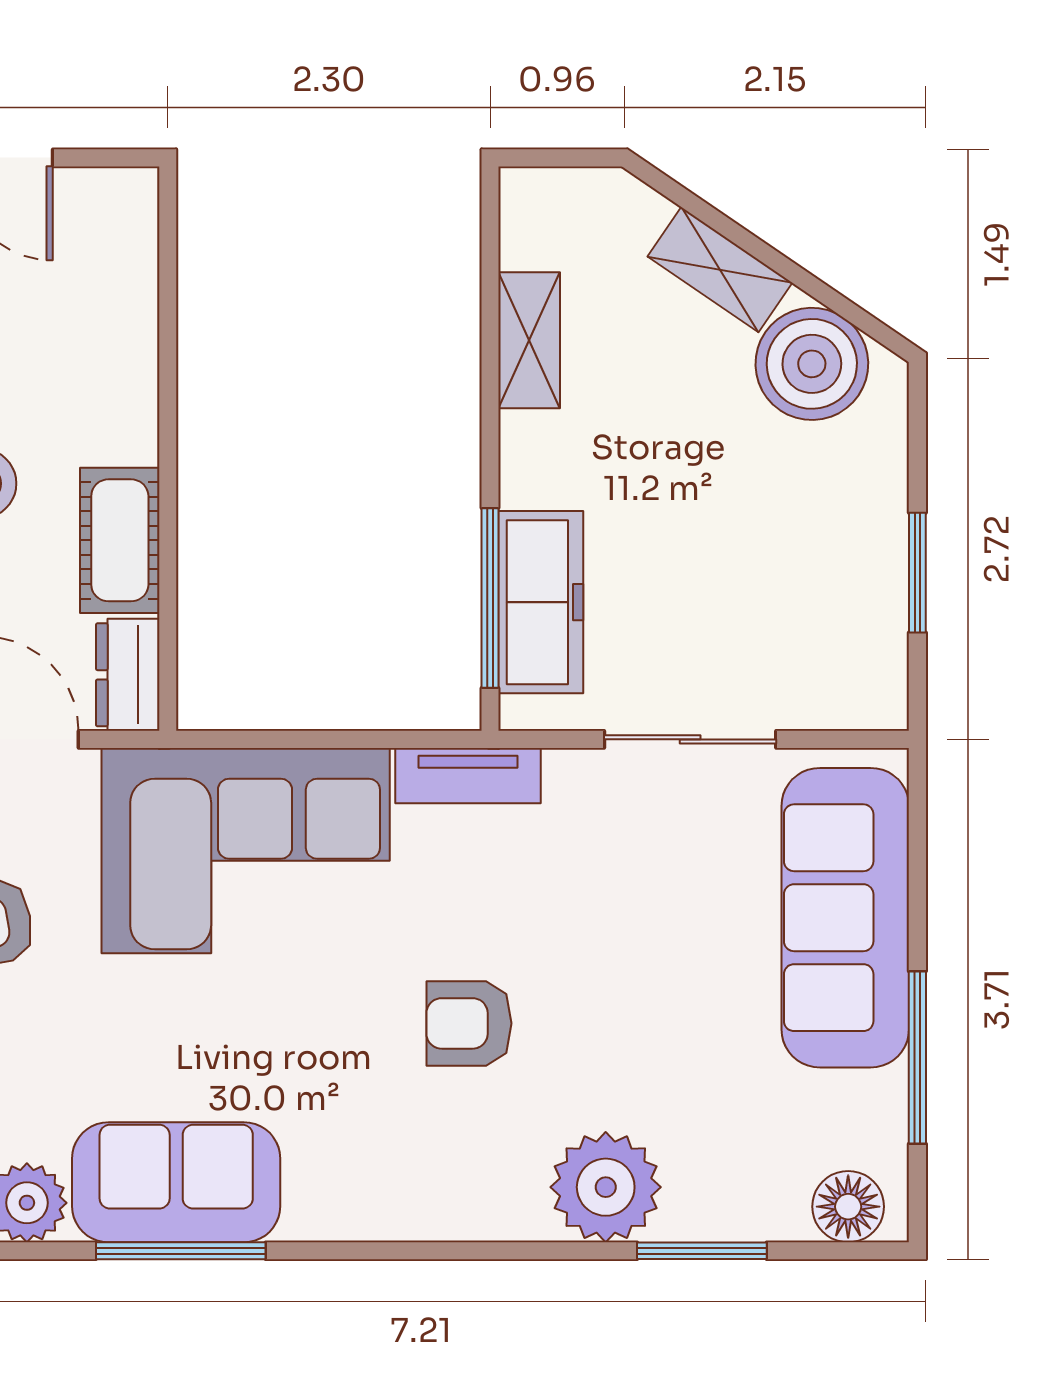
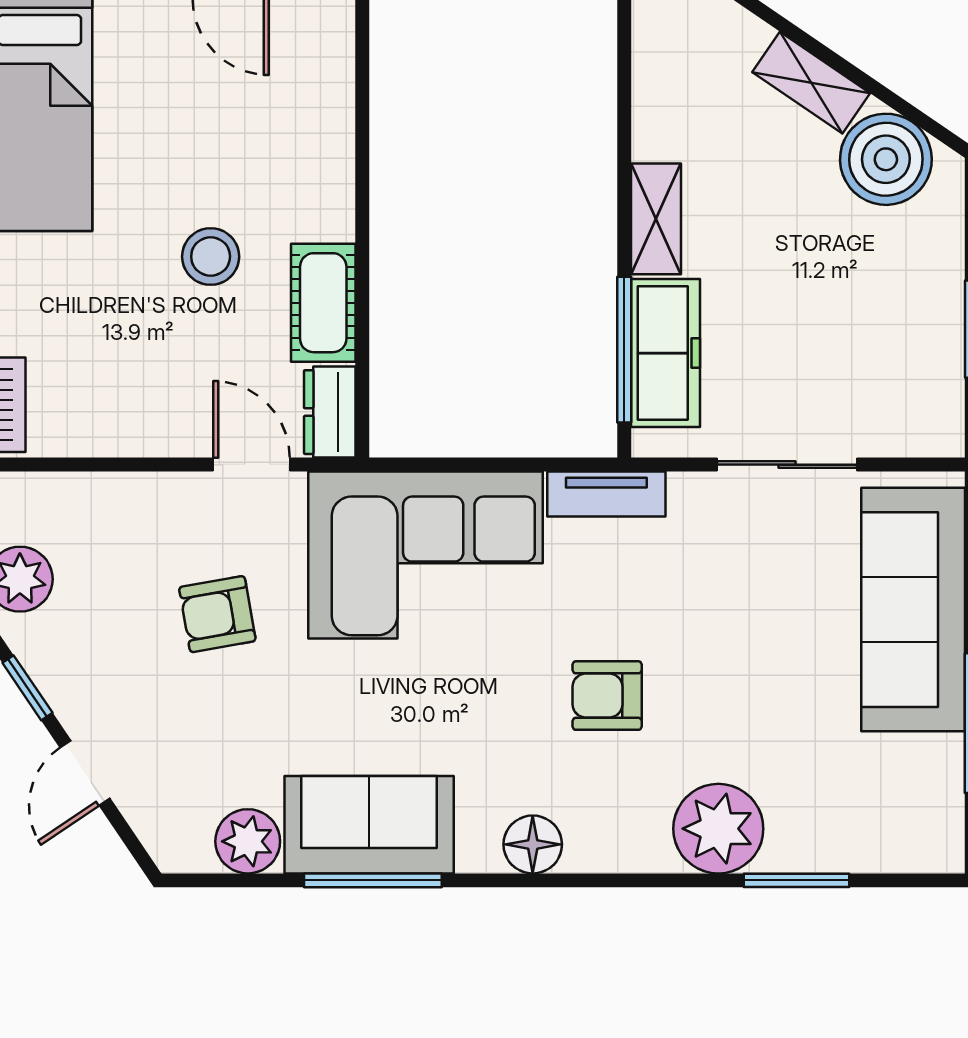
shelving: (529, 340) -> (656, 219), moved
floor lamp: (848, 1207) -> (533, 844), moved

